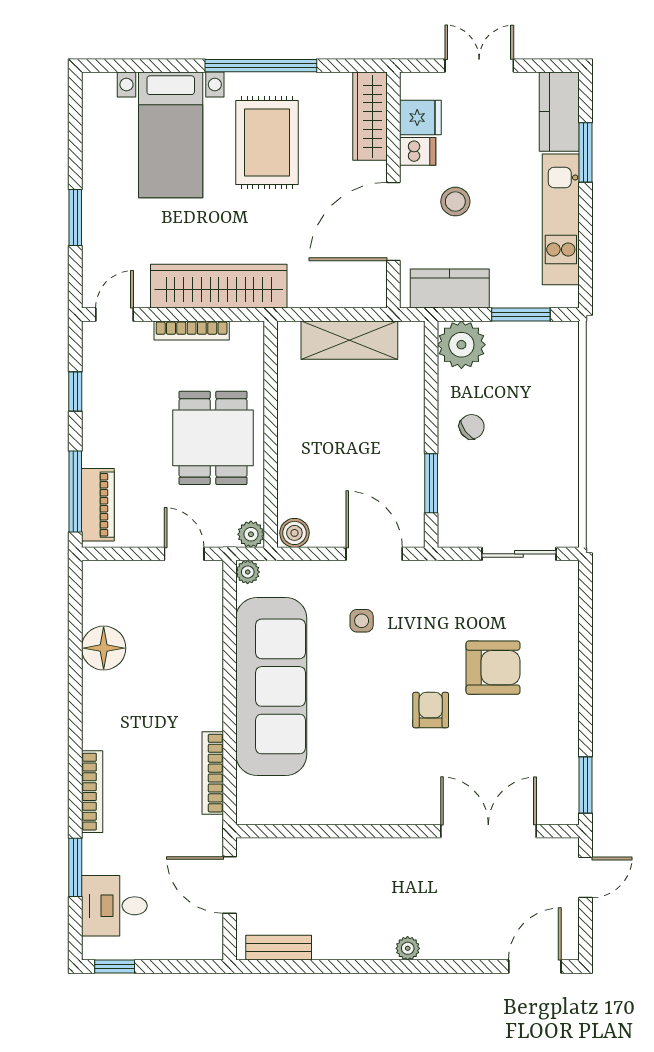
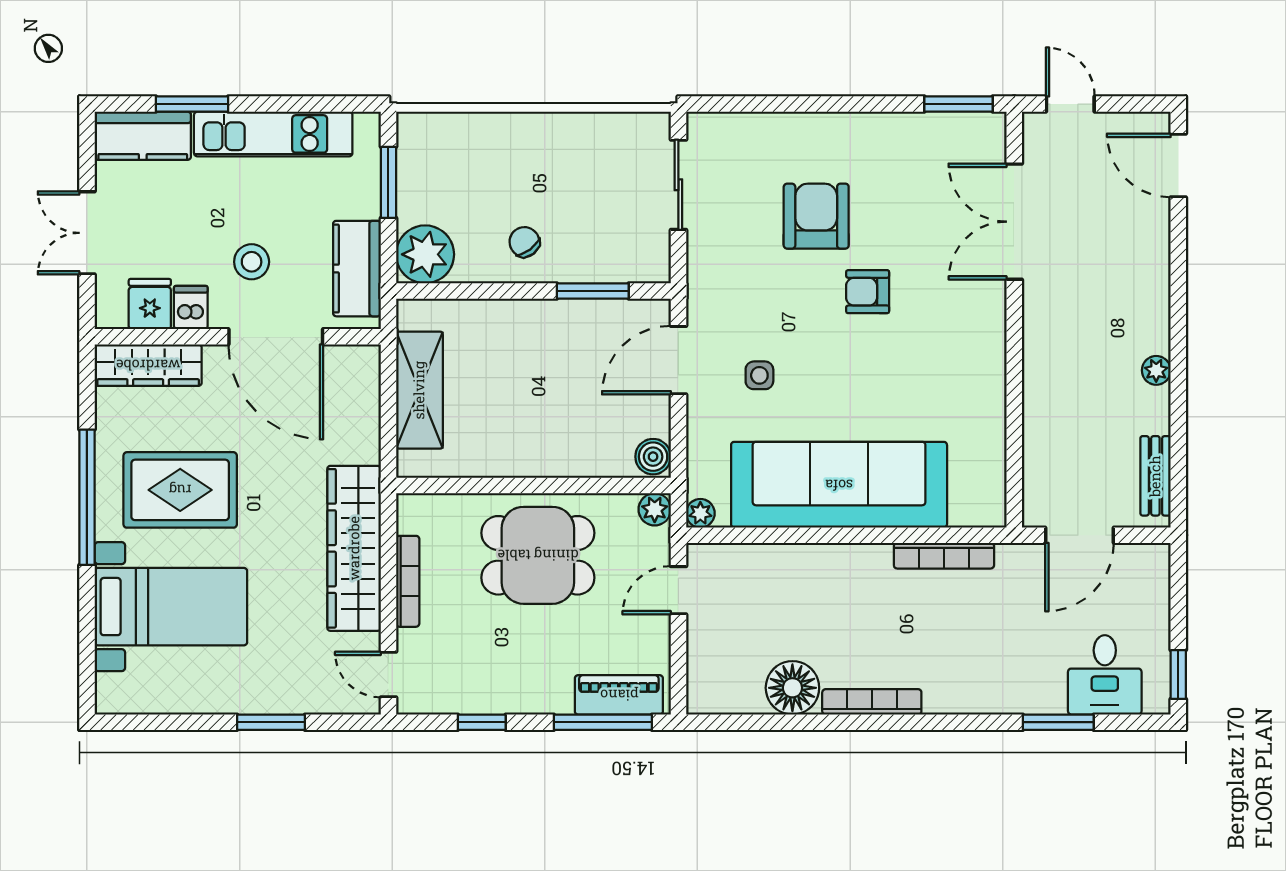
bookcase: (92, 792) -> (872, 702), moved
plant: (408, 948) -> (1156, 370), moved

